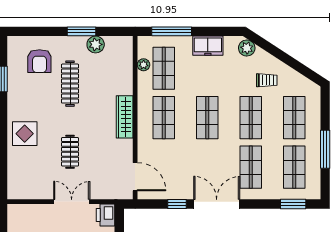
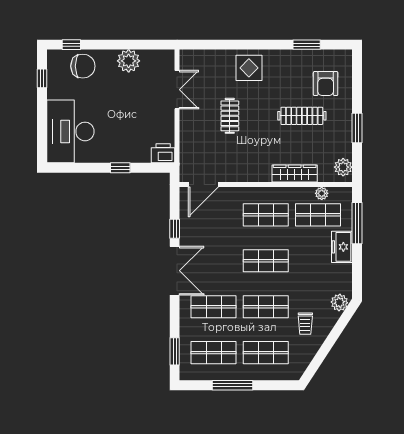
plant: (96, 44) -> (343, 167), moved
freezer: (208, 46) -> (342, 247), moved
armchair: (39, 61) -> (326, 84), turned -90
wardrobe: (125, 117) -> (295, 173), moved
clothes rail: (70, 152) -> (230, 116), turned 90
double door: (72, 202) -> (177, 90), moved

